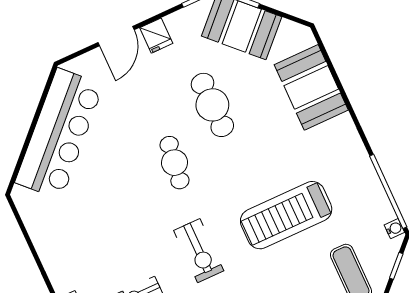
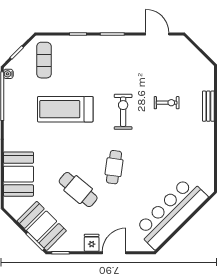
cafe table: (212, 105) -> (78, 190), turned -50
treadmill: (286, 215) -> (65, 109), turned 180

